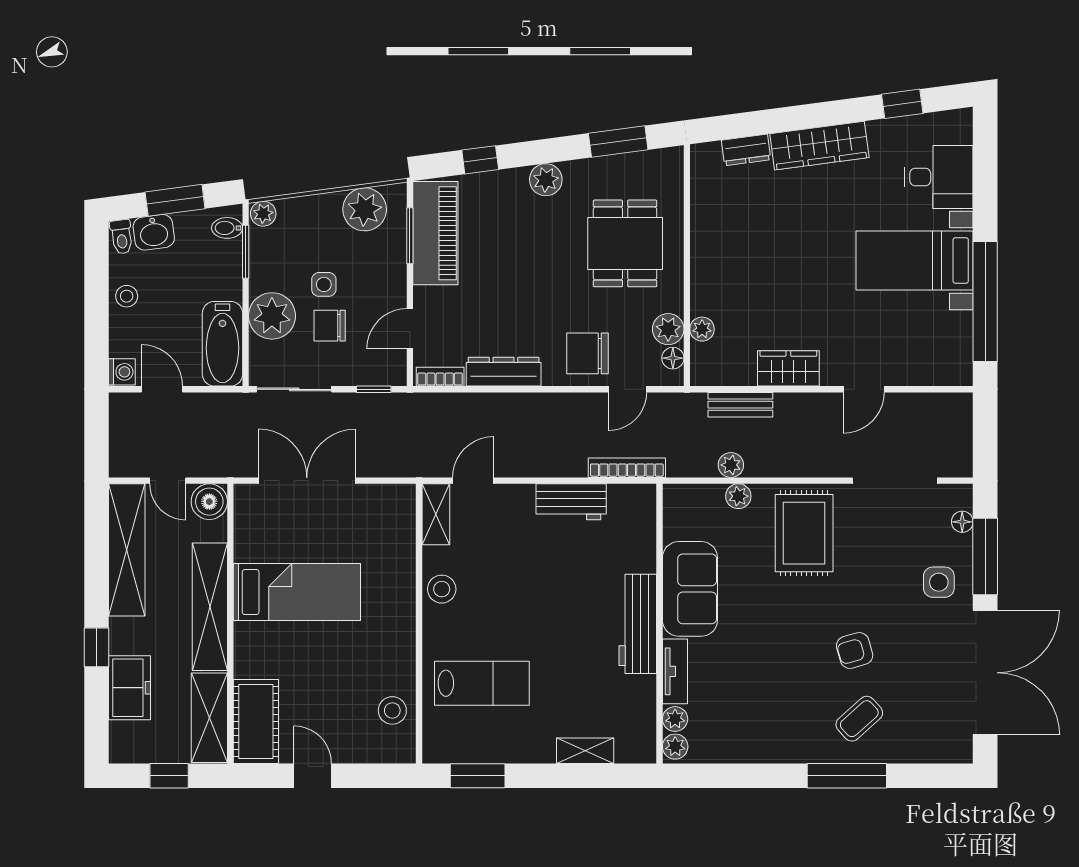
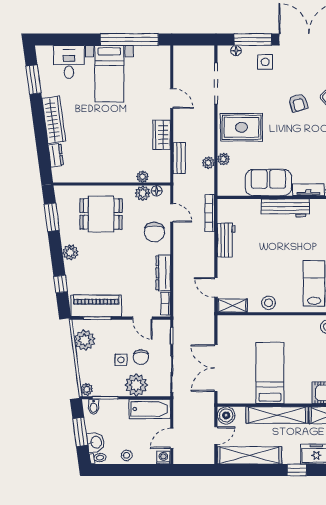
window: (902, 104) -> (33, 80), width x1.50

